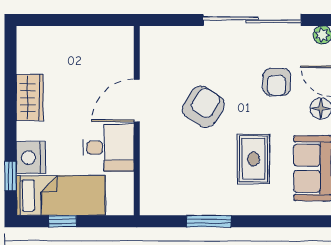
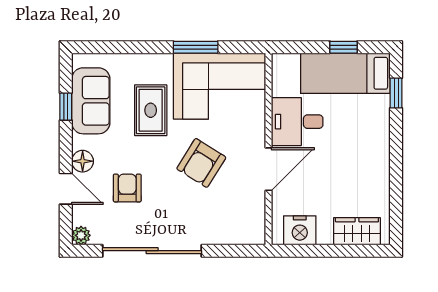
wardrobe: (30, 97) -> (357, 231), moved, turned 90
nightstand: (31, 158) -> (300, 230), moved, turned 90
corner sofa: (185, 183) -> (220, 86), added

